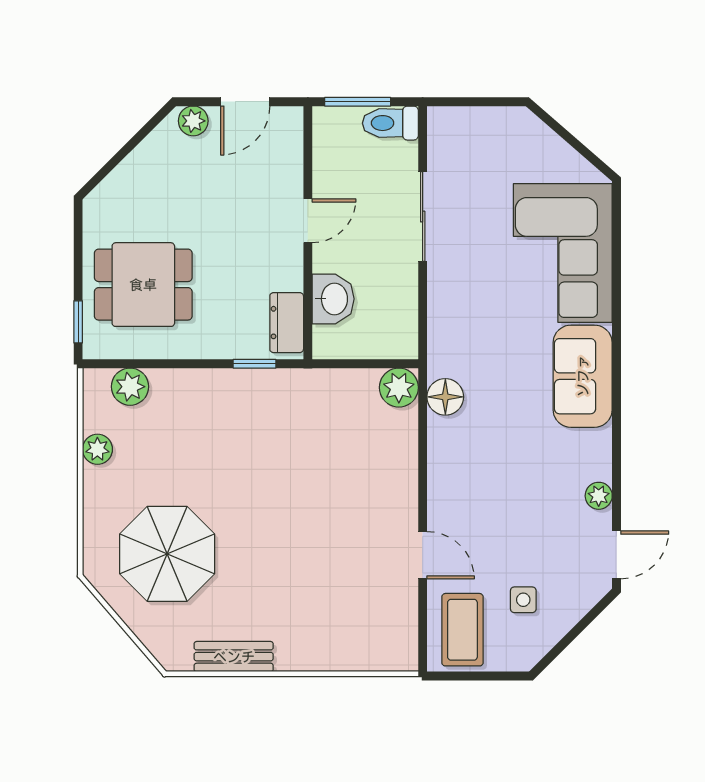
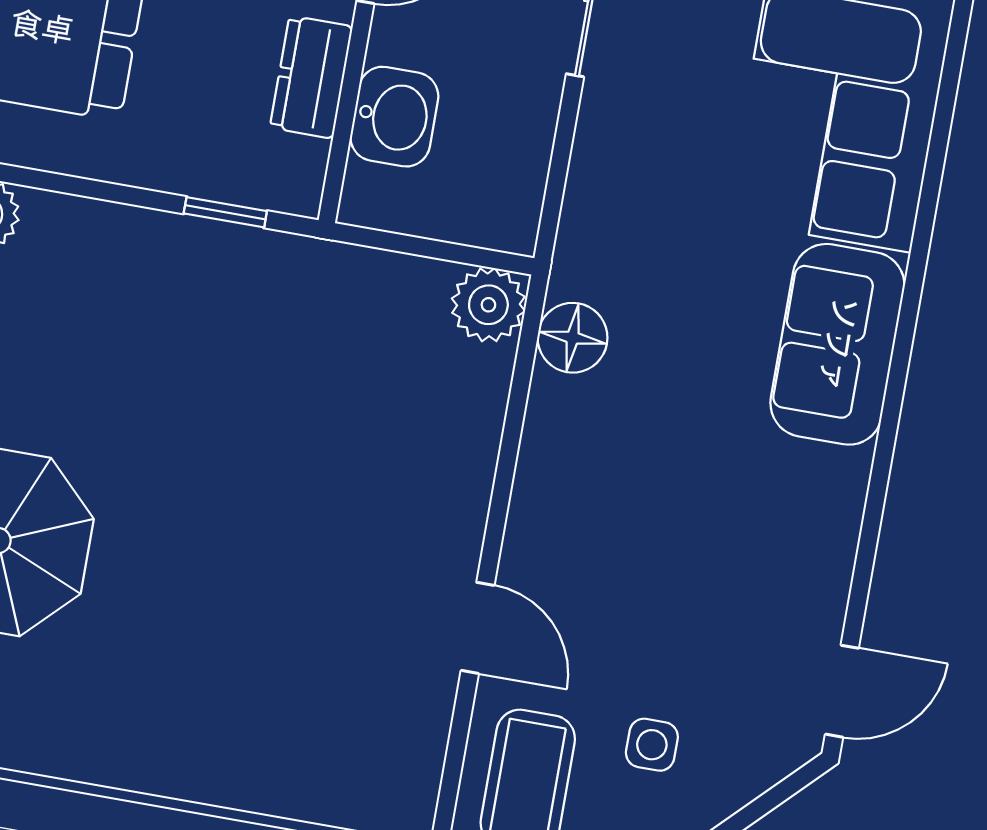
dresser: (287, 323) -> (311, 77), moved
plant: (599, 496) -> (828, 574), removed
bench: (234, 657) -> (89, 756), removed

